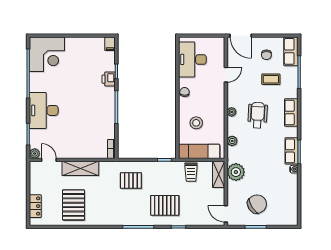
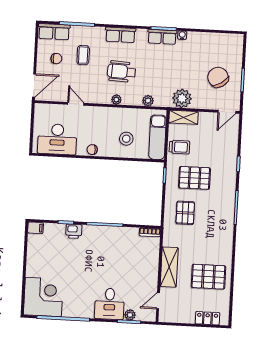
desk: (44, 110) -> (109, 304), width x0.73
plant: (35, 153) -> (130, 315), moved
pallet: (165, 205) -> (194, 178), moved, turned 90

